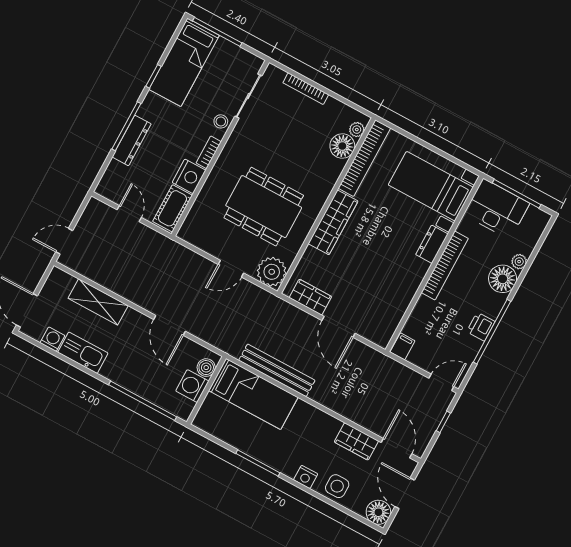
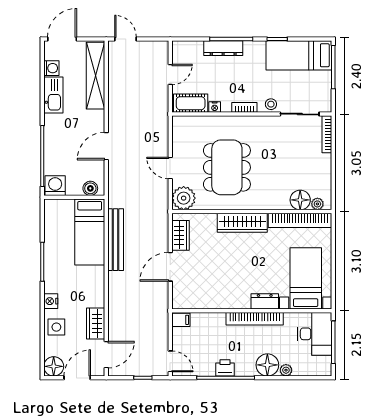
bookcase: (306, 89) -> (327, 134), moved
nightstand: (189, 176) -> (215, 107), width x0.53, depth x0.56
shelving: (98, 302) -> (96, 76), width x1.47
washing machine: (192, 386) -> (55, 186), moved

